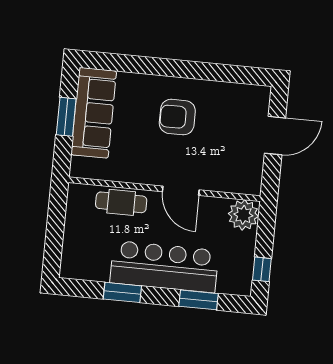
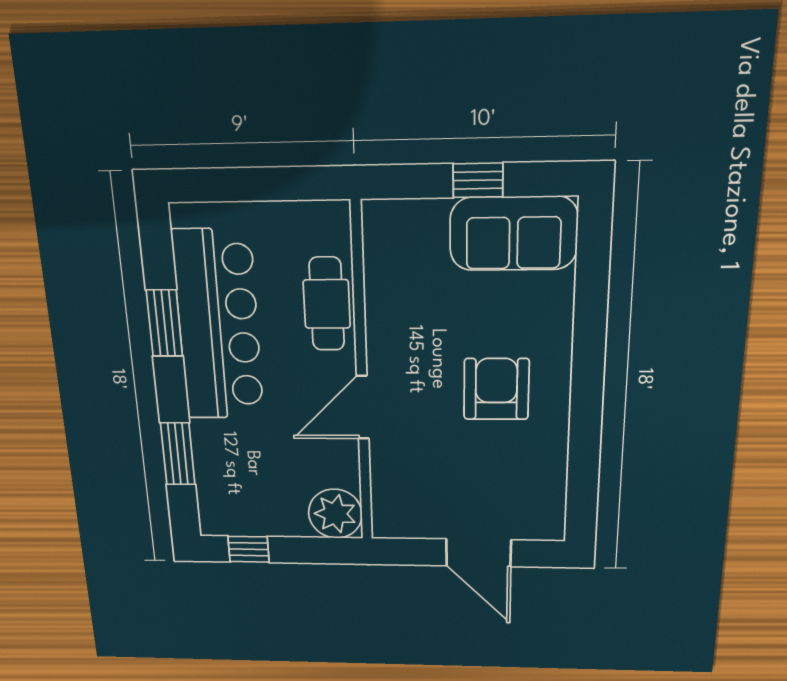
sofa: (94, 113) -> (514, 234), width x0.73
window: (66, 117) -> (478, 180), width x0.67
bar counter: (164, 267) -> (218, 326), moved

